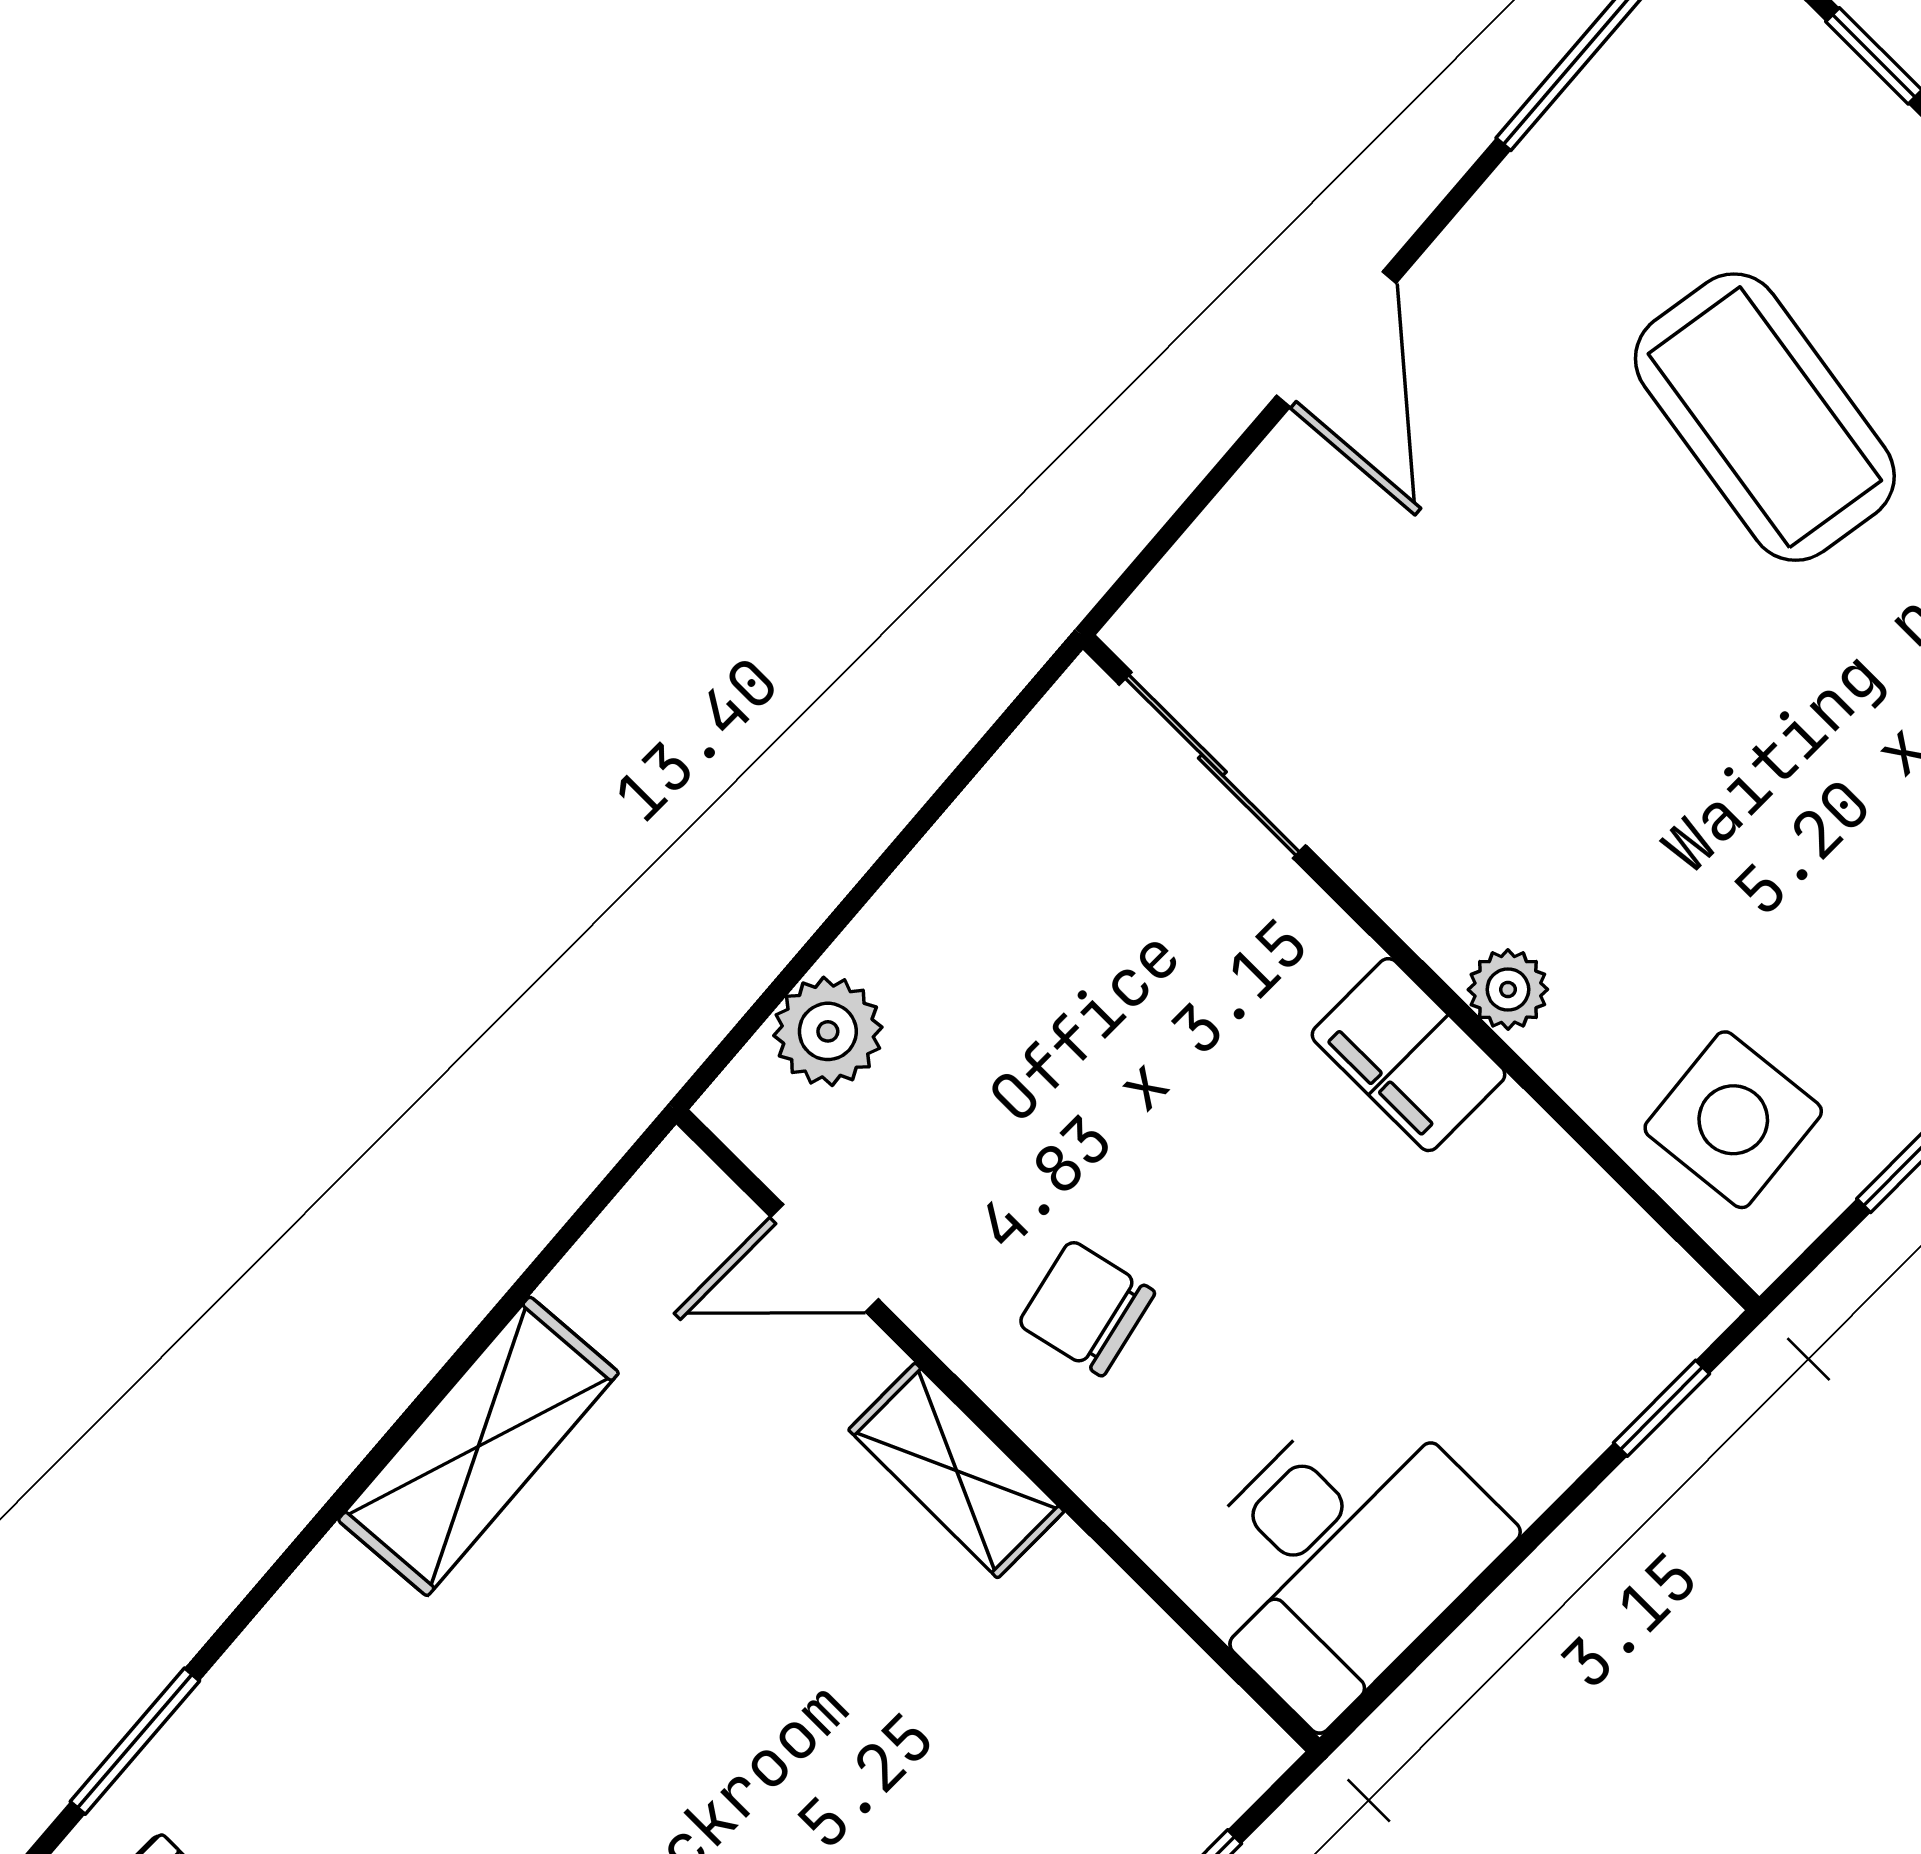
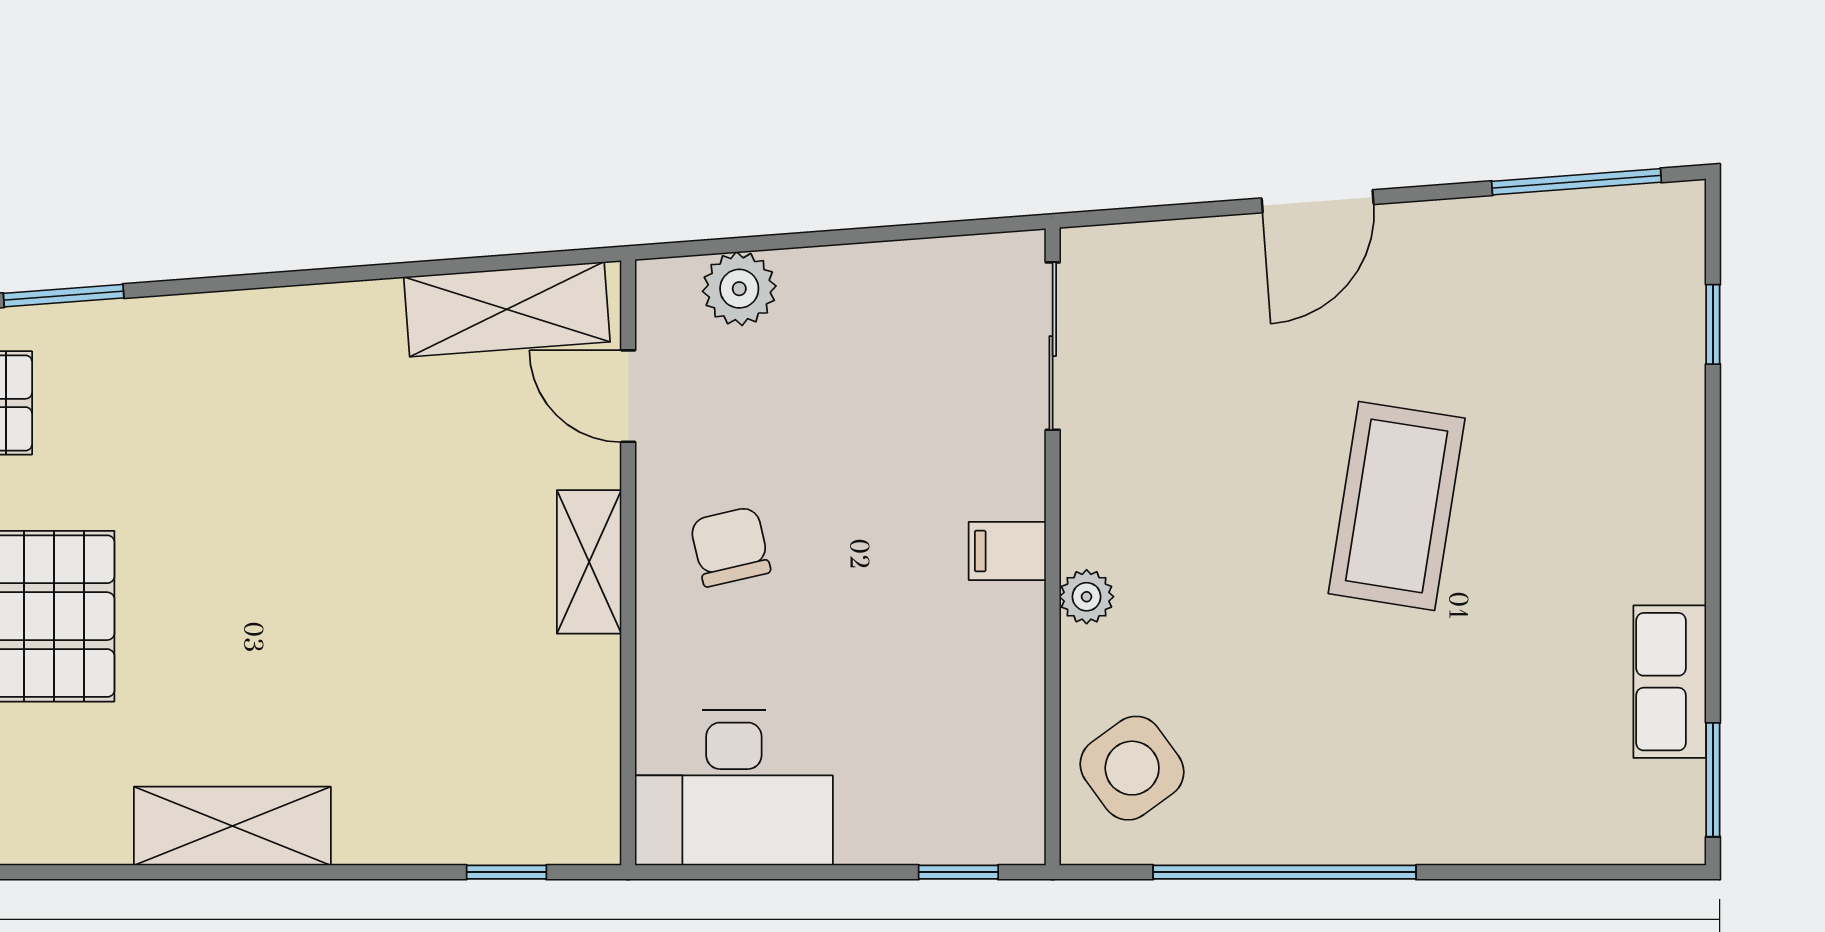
coffee table: (1765, 417) -> (1397, 506), moved
filing cabinet: (1408, 1055) -> (1007, 551), width x0.50
side table: (1733, 1120) -> (1132, 768), turned -30
shelving: (478, 1446) -> (507, 309), moved

